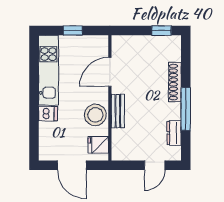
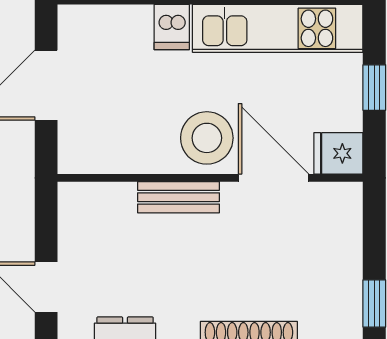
stool: (95, 115) -> (207, 138), moved
fridge: (98, 145) -> (338, 153), moved, turned -90

